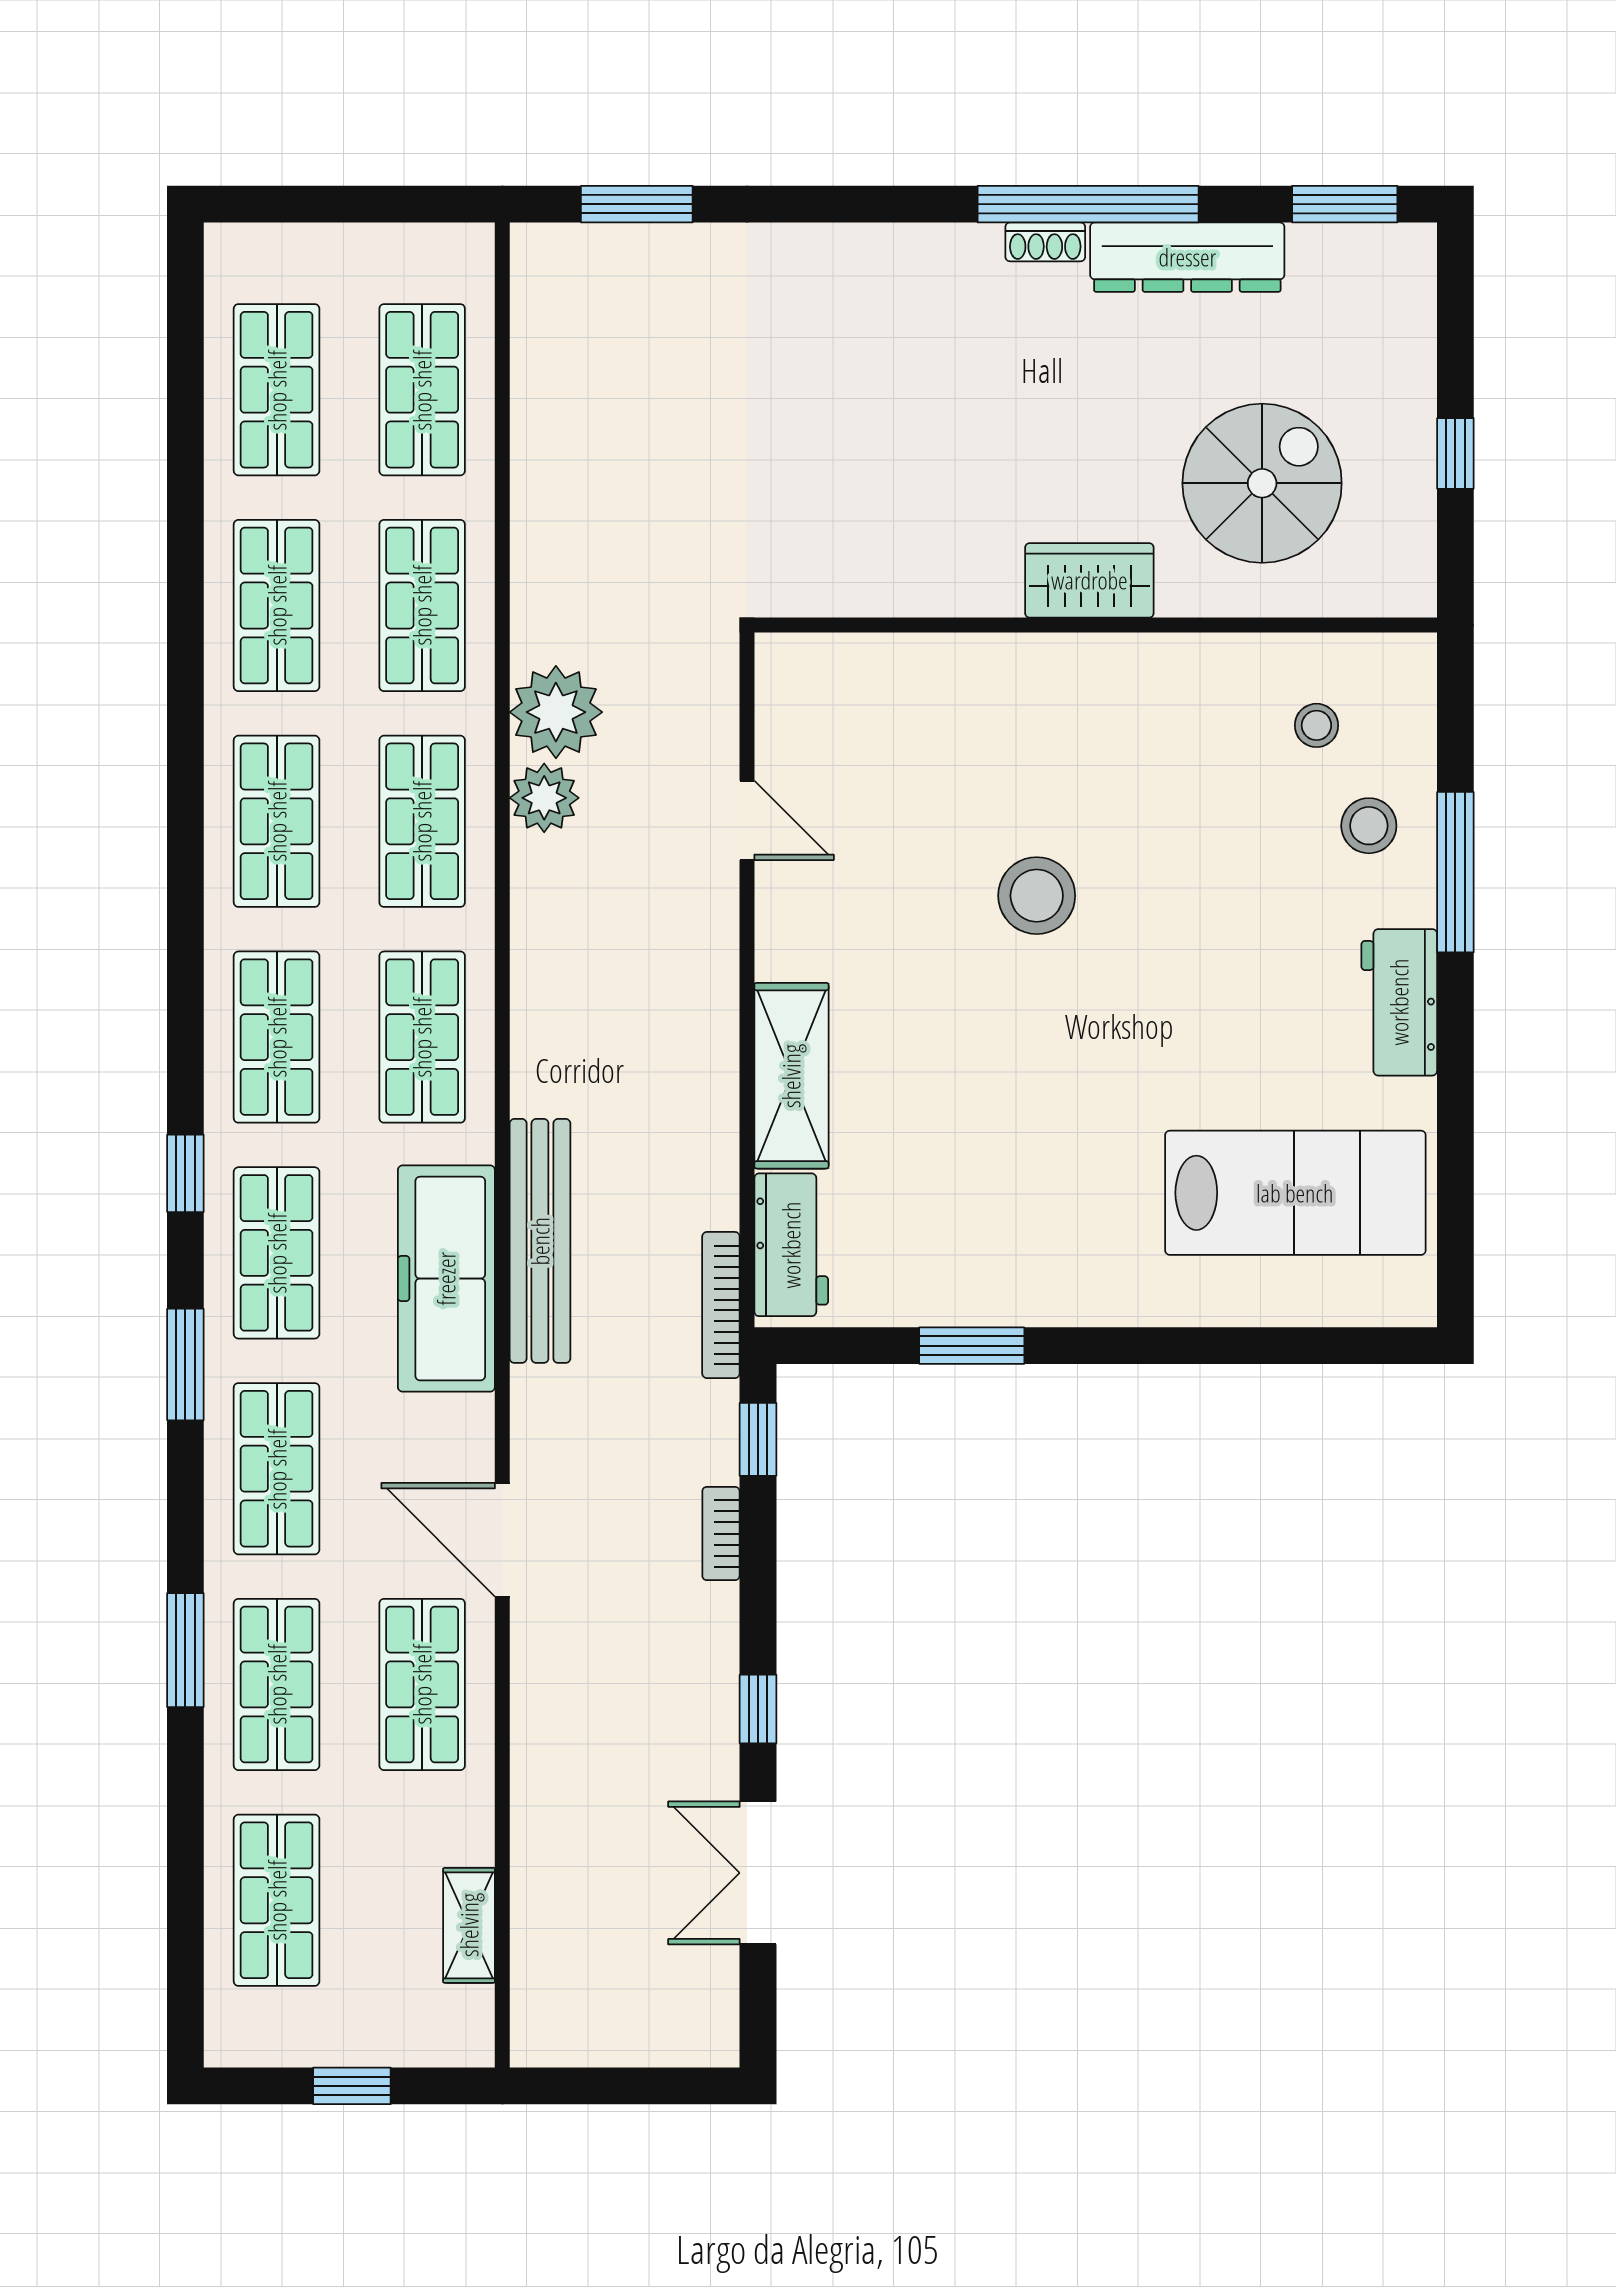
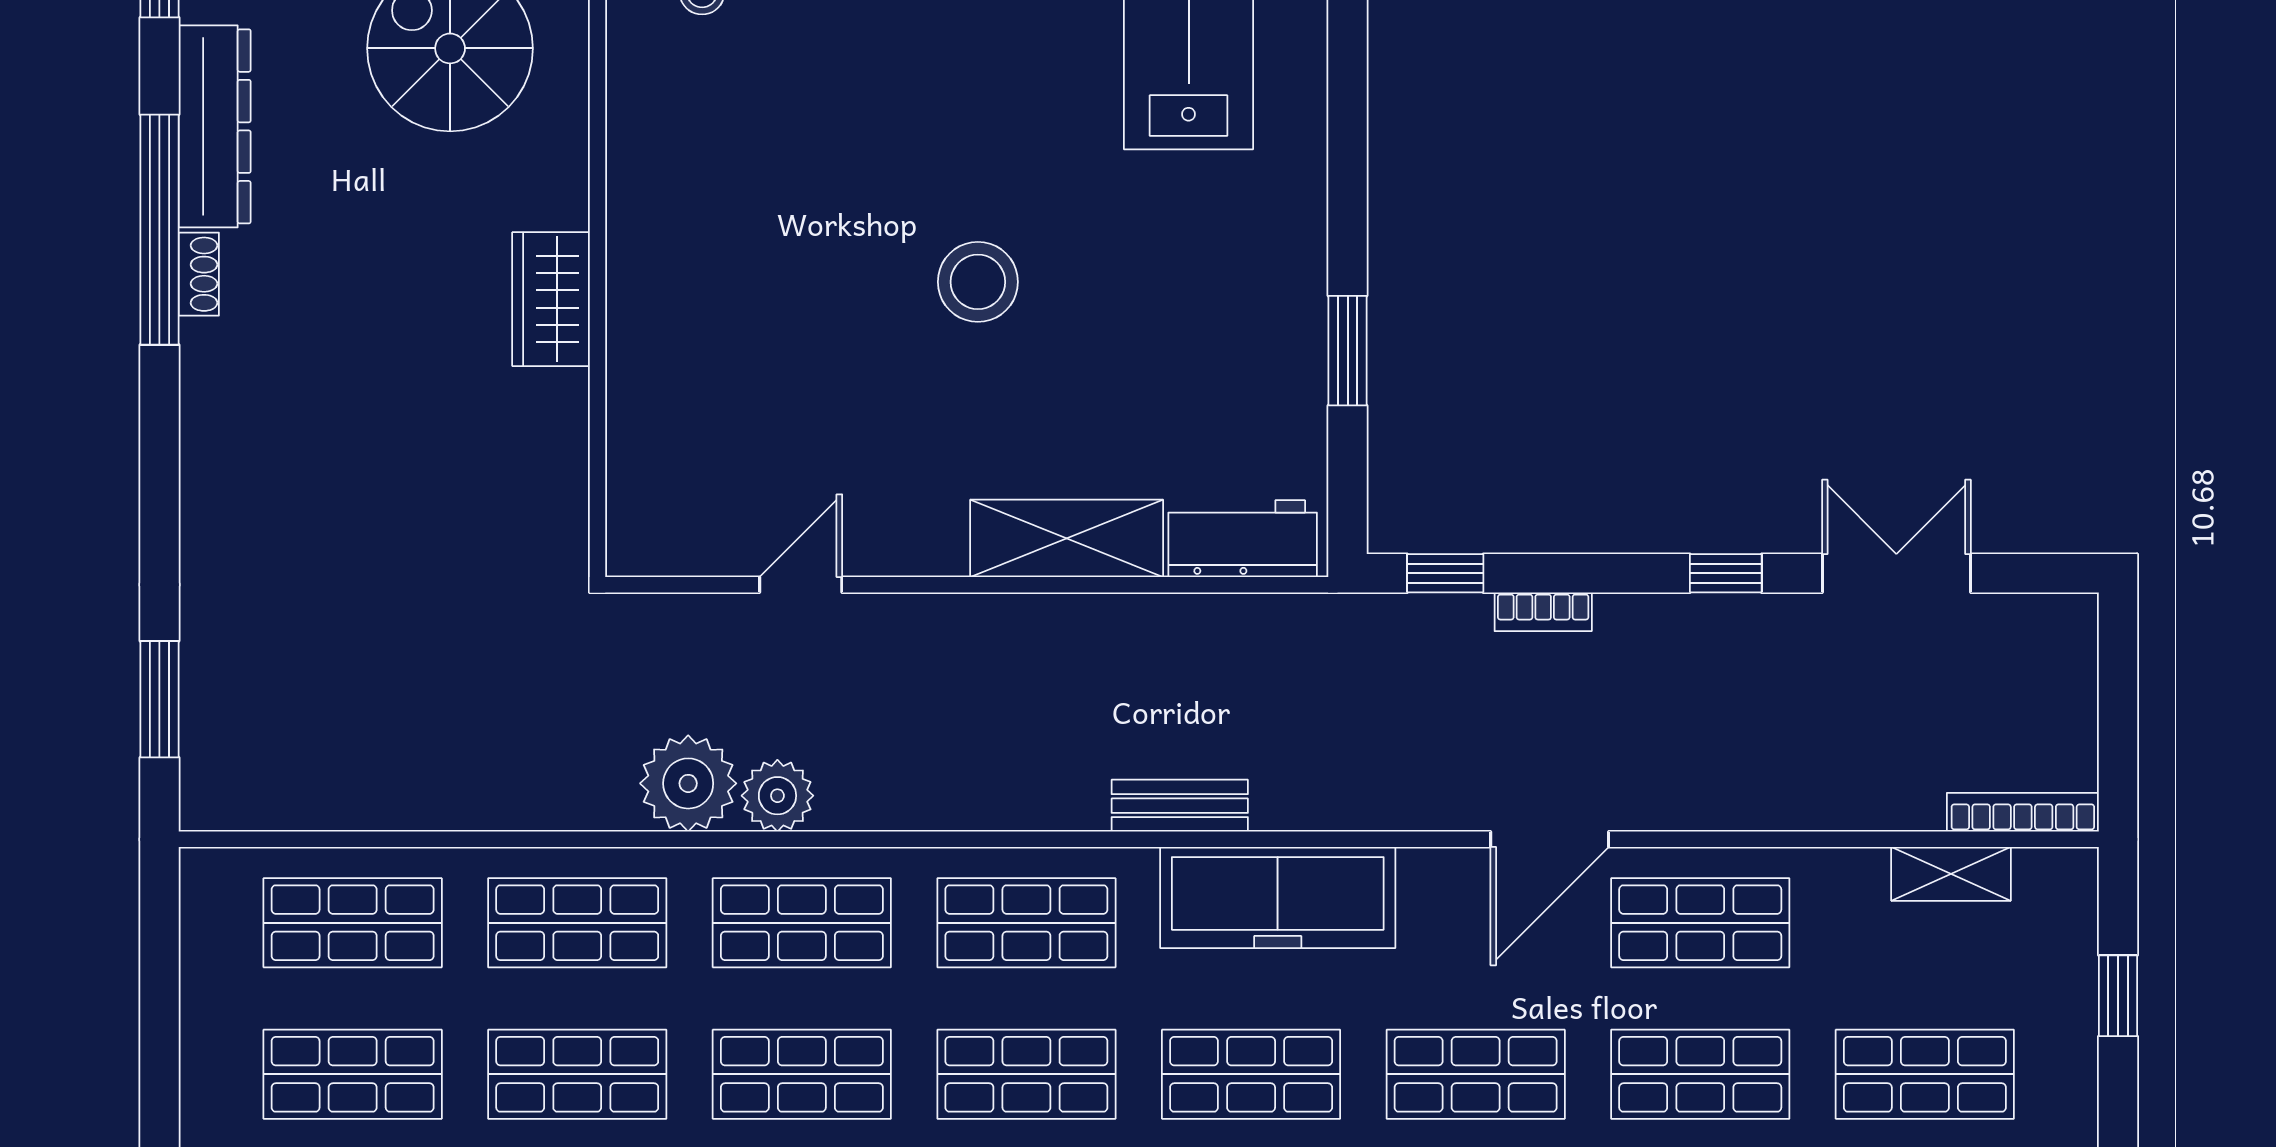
wardrobe: (1089, 580) -> (551, 299), moved
stool: (1037, 896) -> (978, 282), moved
bench: (540, 1241) -> (1180, 806), width x0.54, depth x0.82
bookcase: (721, 1305) -> (2023, 812), moved, turned 180
double door: (758, 1873) -> (1896, 573), swing flipped

